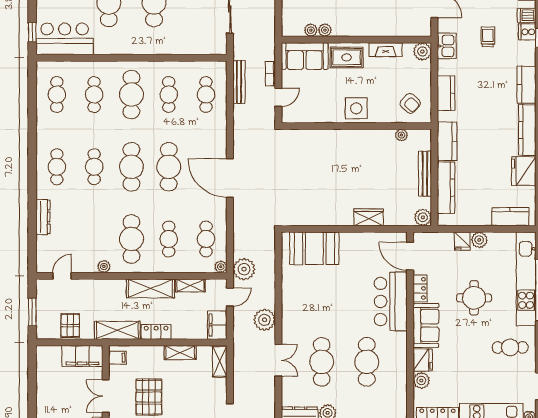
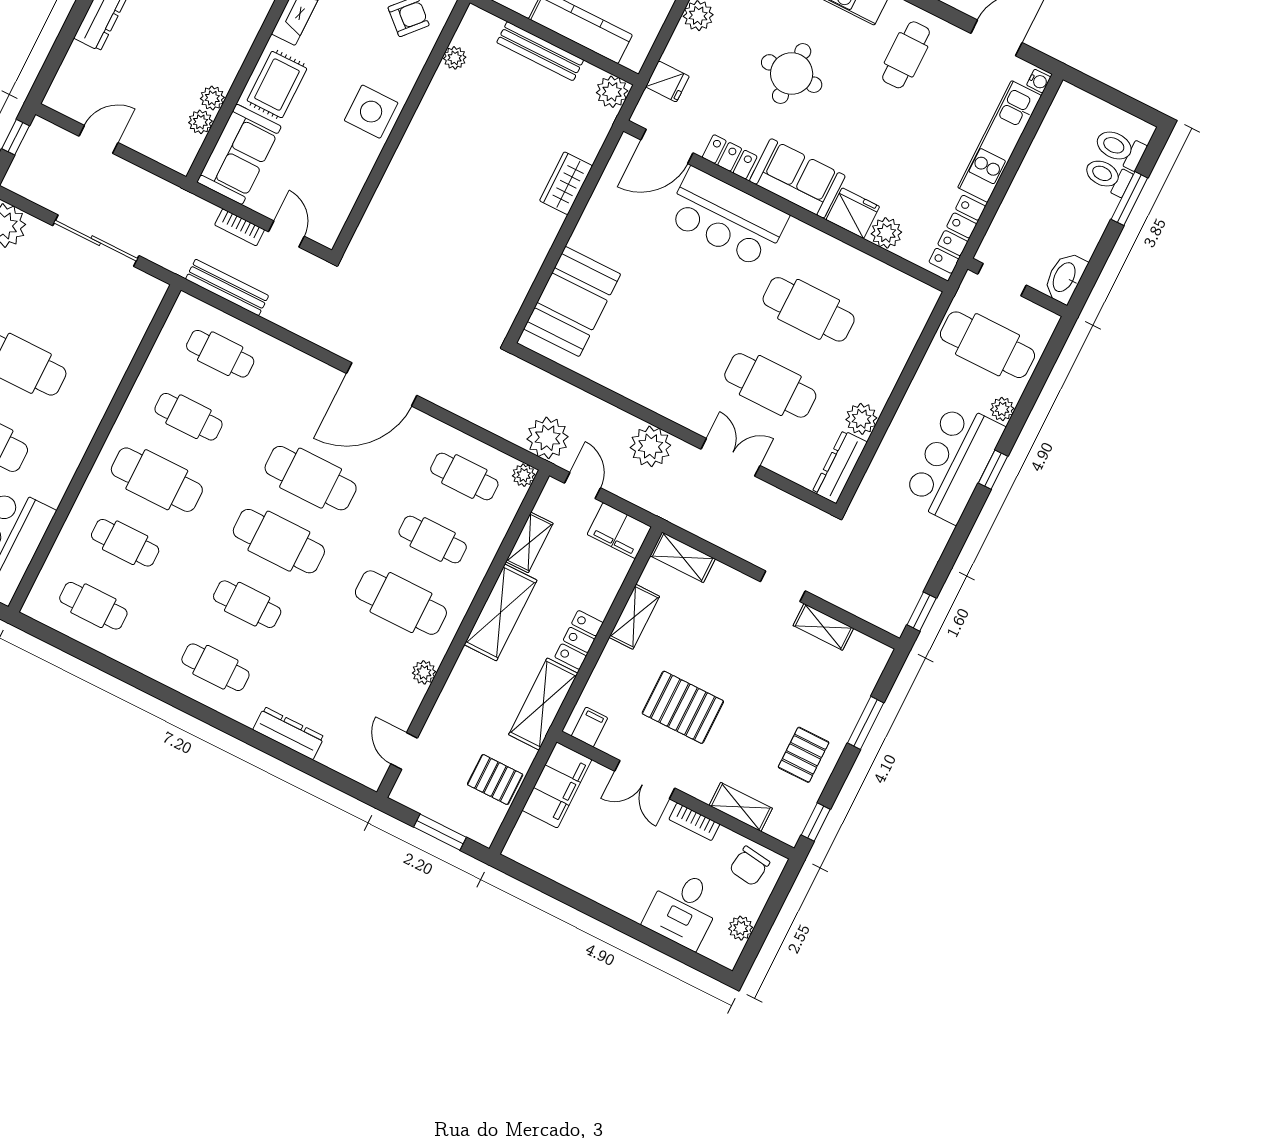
fridge: (462, 241) -> (667, 81), moved

